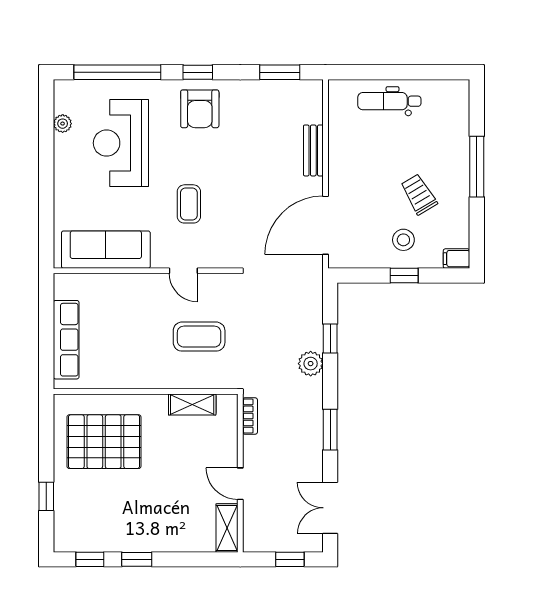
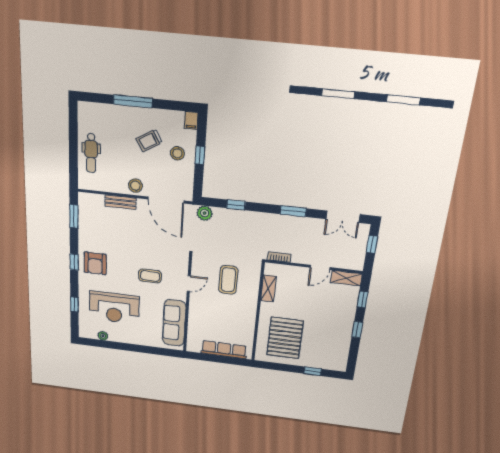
window: (117, 72) -> (74, 304), width x0.32
armchair: (200, 109) -> (95, 263), turned 90
stool: (344, 175) -> (135, 186), added
plant: (311, 364) -> (205, 213), moved
window: (90, 559) -> (363, 299), moved

